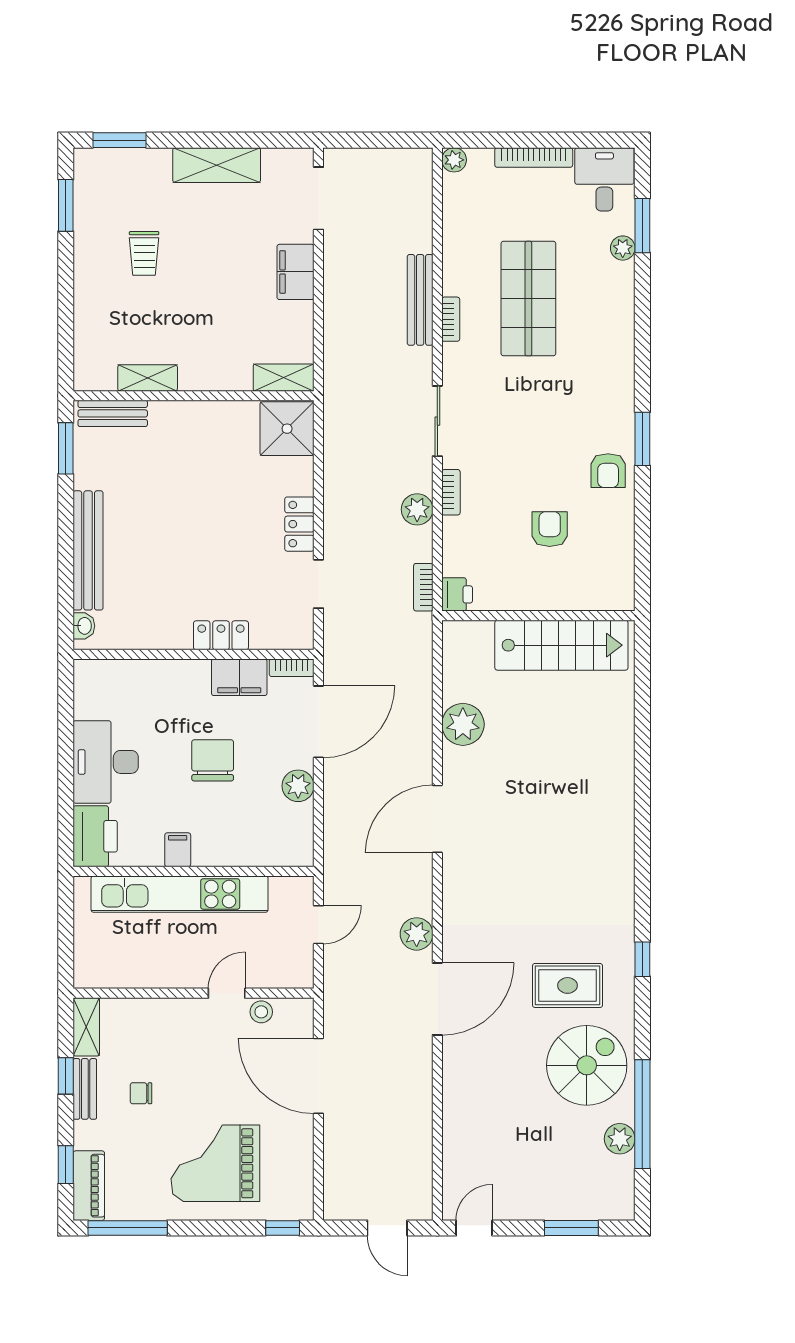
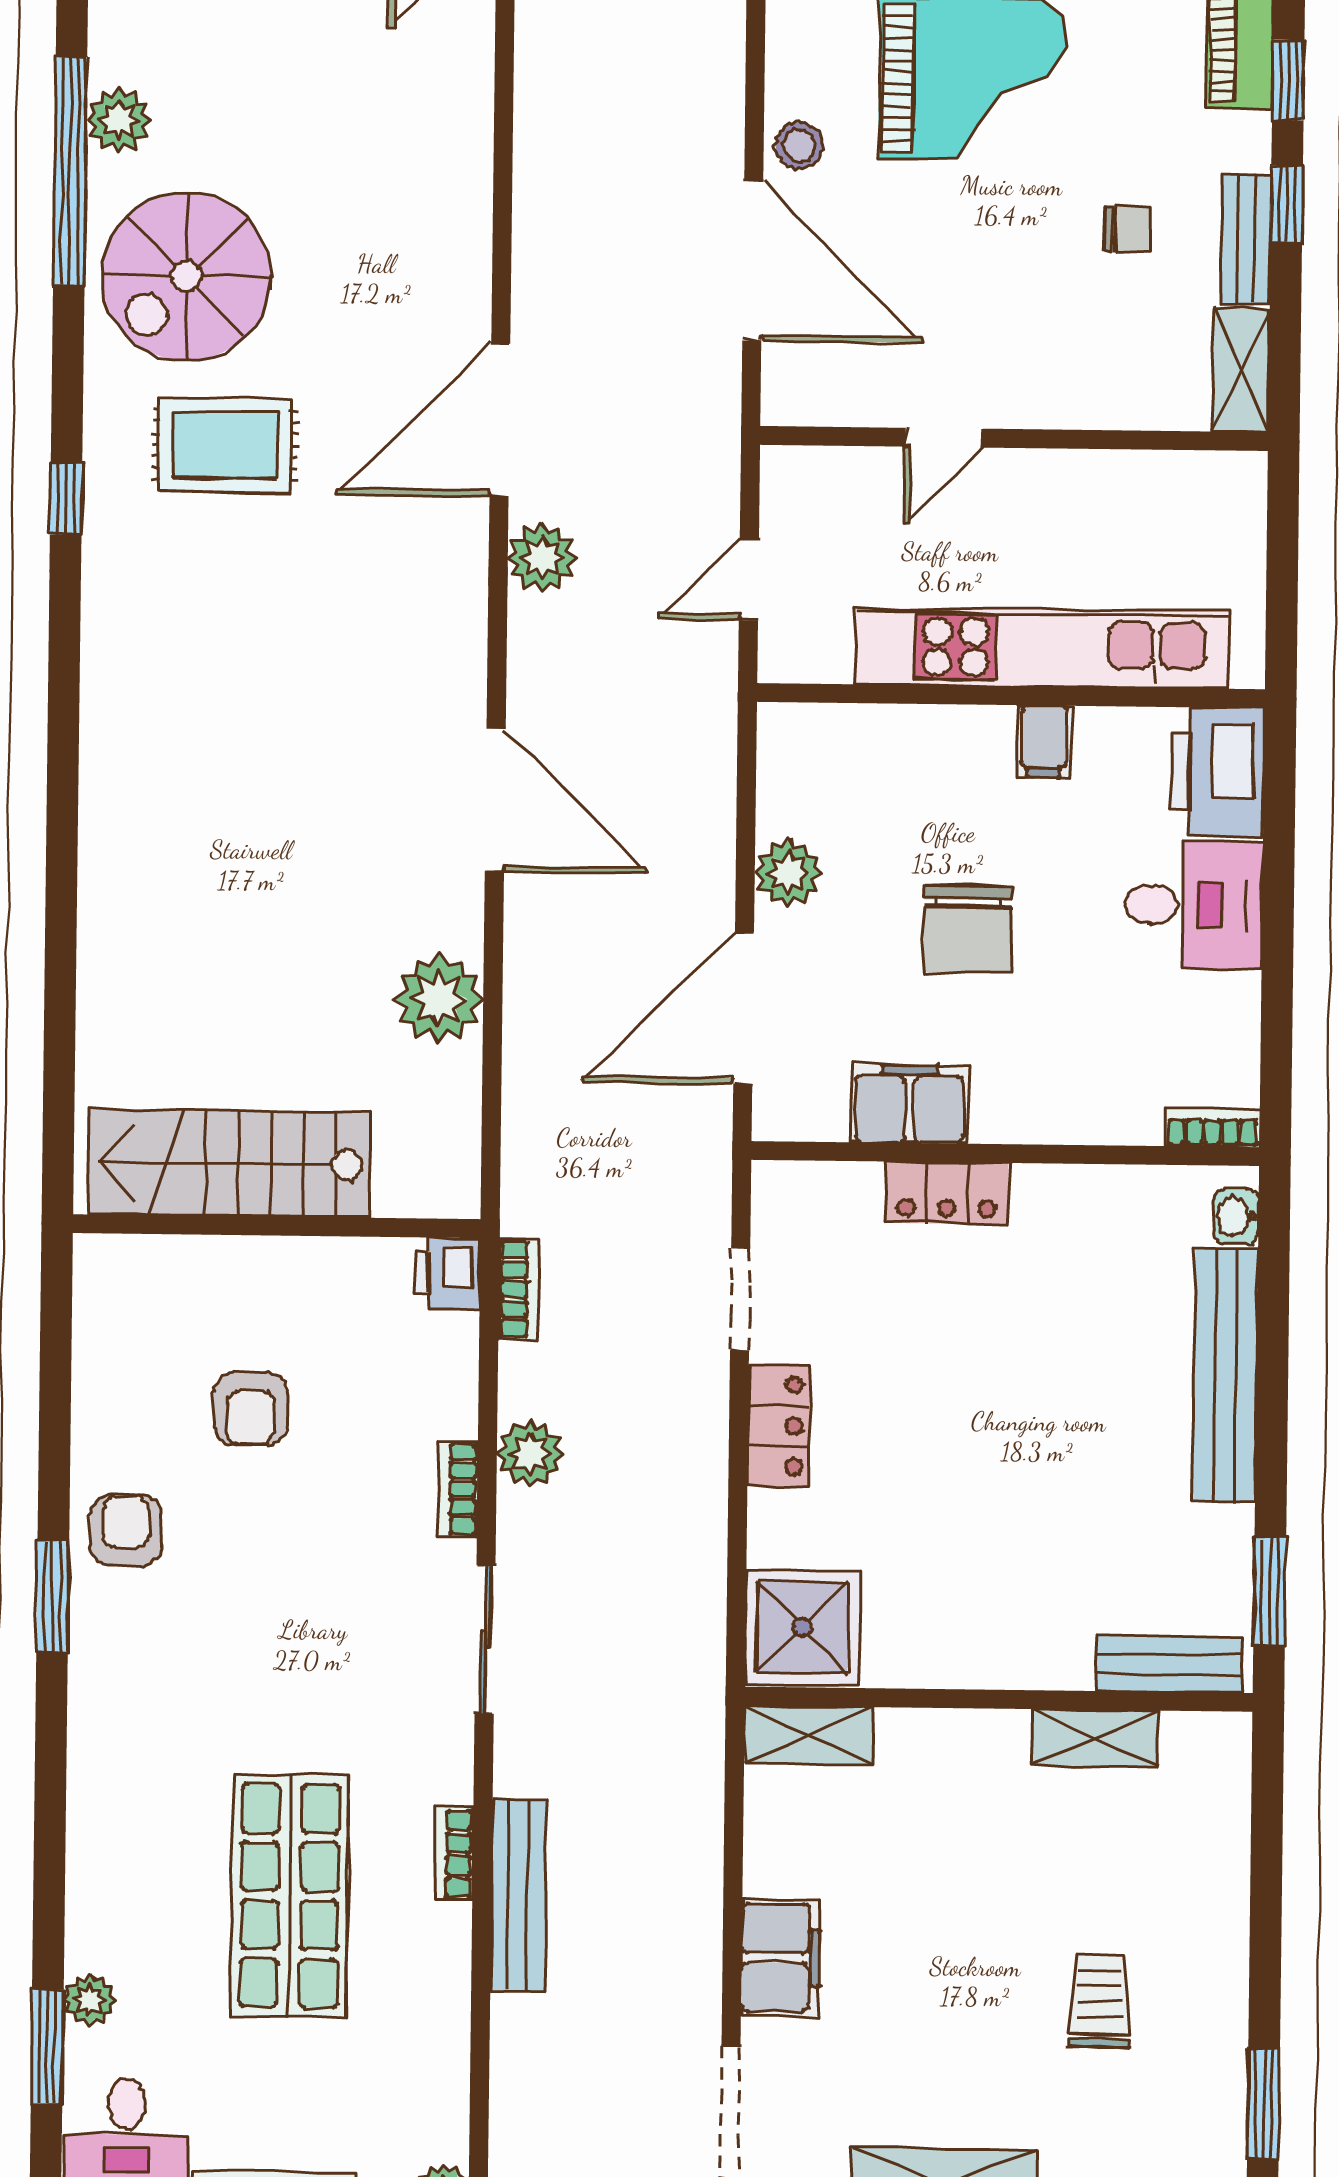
bookcase: (292, 668) -> (1213, 1128), moved
desk: (106, 762) -> (1194, 905), width x0.73
door: (437, 819) -> (495, 800), hinge flipped
stool: (261, 1012) -> (799, 145), moved
window: (66, 1076) -> (1287, 204), moved

